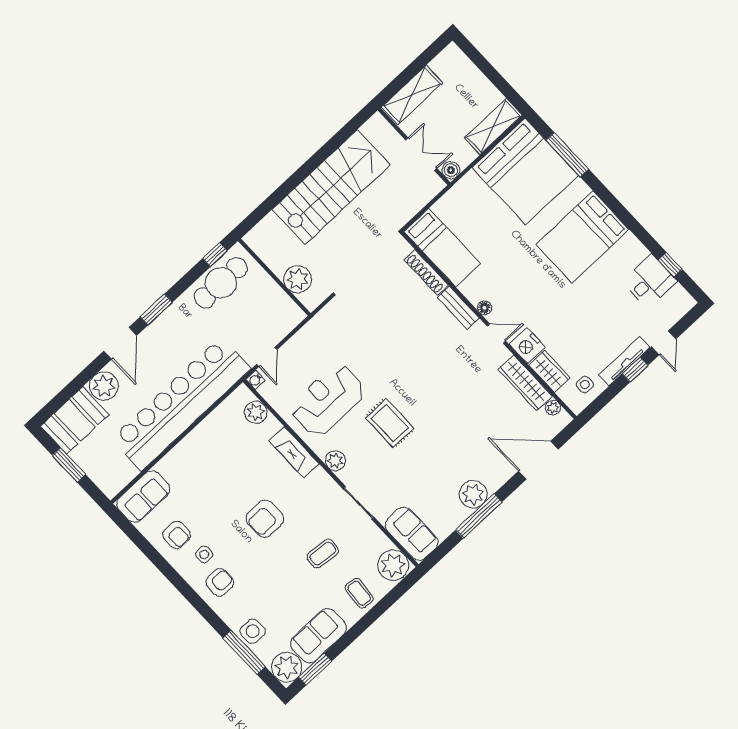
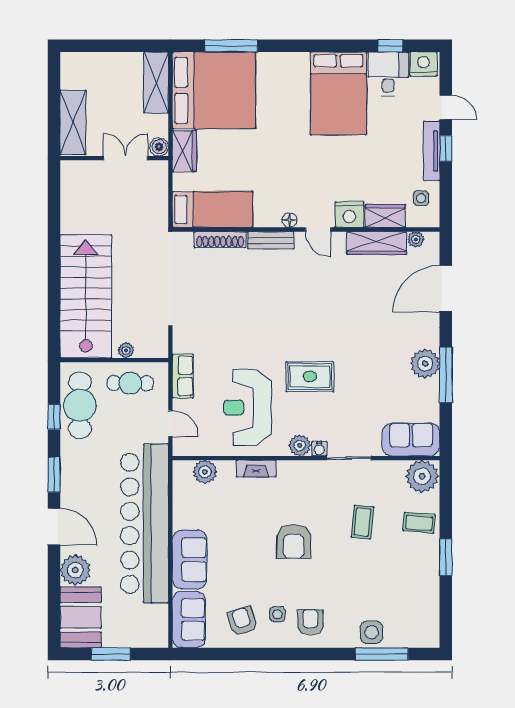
stairs: (331, 187) -> (86, 296), moved
wardrobe: (464, 190) -> (184, 151), added
bed: (583, 237) -> (338, 93), moved
window: (215, 255) -> (54, 417), moved
plant: (298, 279) -> (126, 350), width x0.53, depth x0.53
nightstand: (679, 299) -> (423, 64), added
cafe table: (269, 303) -> (130, 383), added
door: (496, 334) -> (318, 230), swing flipped
row of seats: (308, 335) -> (183, 376), added
water cooler: (255, 380) -> (319, 449), moved
fireplace: (294, 452) -> (256, 469), width x0.73, depth x0.76
armchair: (177, 535) -> (242, 621), turned -107
sofa: (318, 636) -> (190, 560), moved, turned 180
plant: (287, 667) -> (424, 632), removed
window: (315, 669) -> (446, 557), moved

